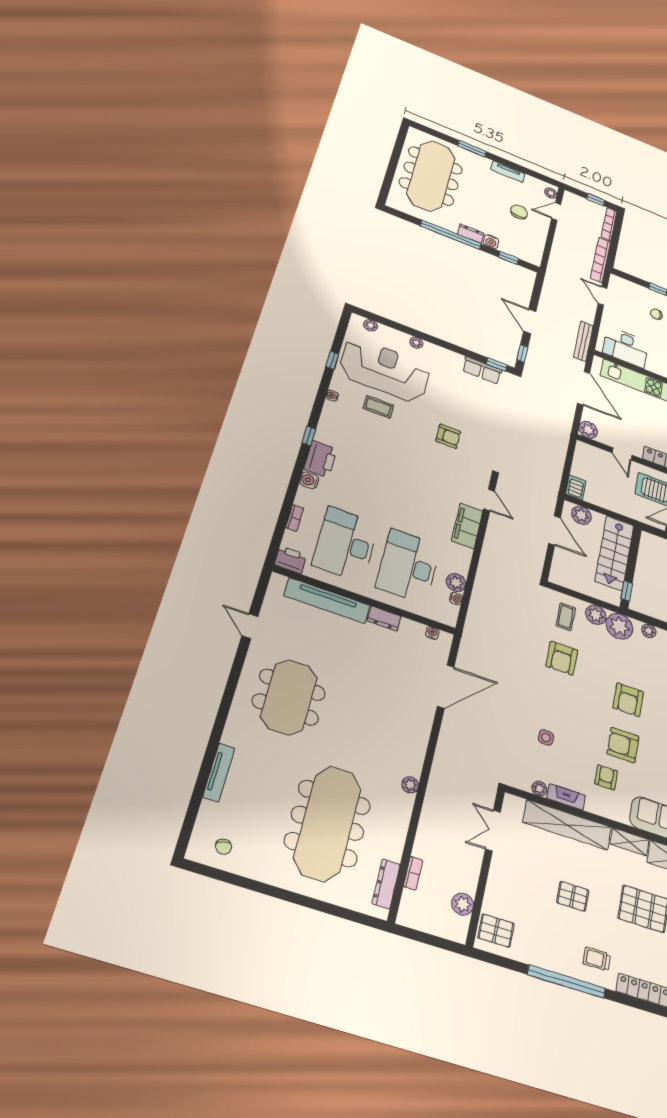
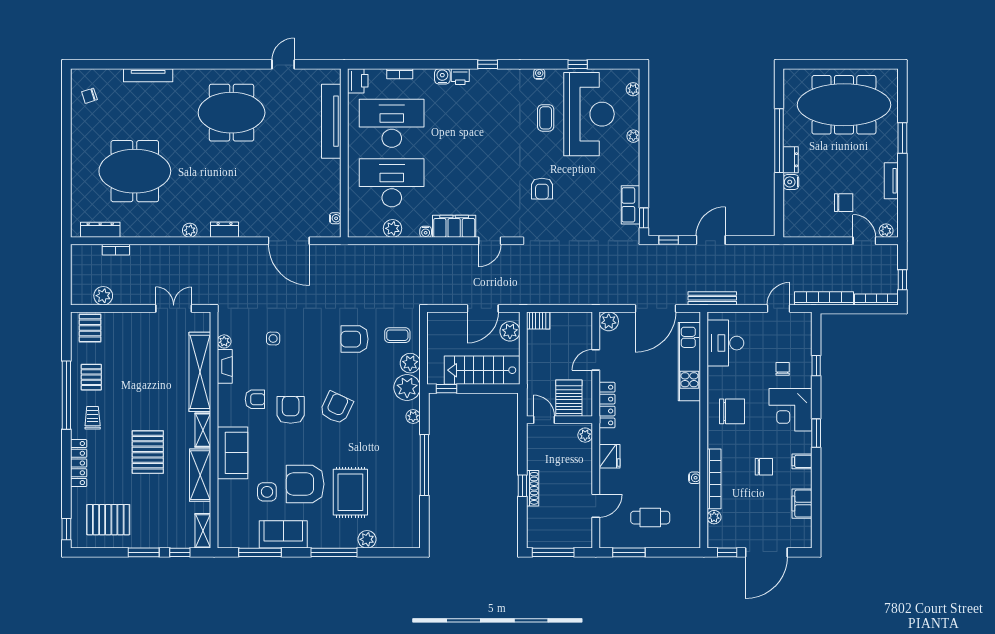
window: (509, 258) -> (779, 204), removed
printer: (321, 459) -> (460, 77), width x0.53, depth x0.68
water cooler: (456, 599) -> (426, 232), moved
dresser: (384, 619) -> (225, 230), moved, turned 90
armchair: (628, 700) -> (336, 408), turned 115
meeting table: (328, 823) -> (135, 171), width x0.73
pallet: (573, 896) -> (91, 377), moved

